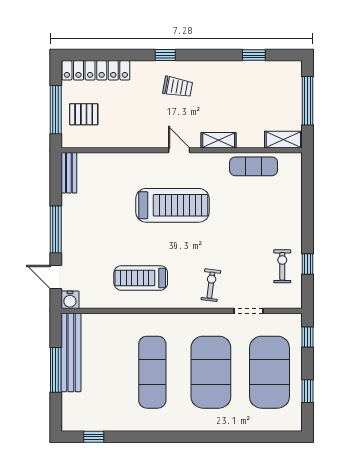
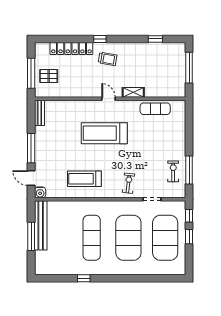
locker: (96, 70) -> (71, 49), moved
shelving: (283, 140) -> (174, 92), removed
treadmill: (172, 205) -> (104, 133), turned 180
window: (308, 264) -> (189, 170), width x2.17
window: (308, 391) -> (189, 237), moved
window: (94, 437) -> (84, 278), moved

